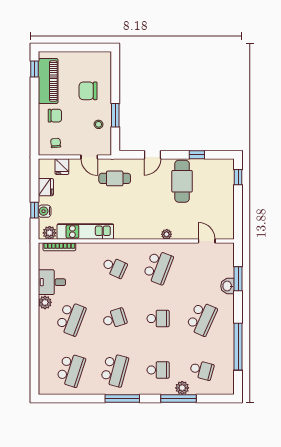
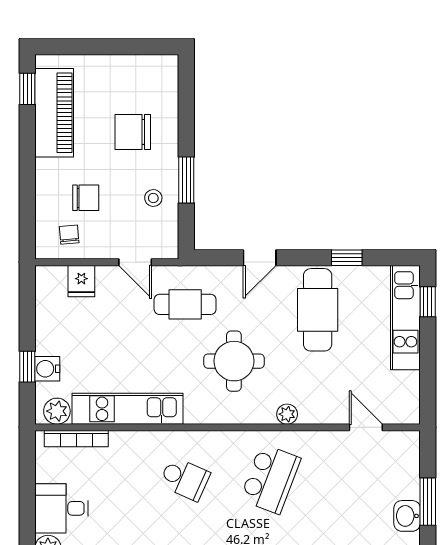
chair: (55, 116) -> (86, 198), moved
kitchen unit: (227, 185) -> (405, 318), added
fridge: (46, 187) -> (50, 321), removed
round table: (140, 207) -> (234, 361), added

